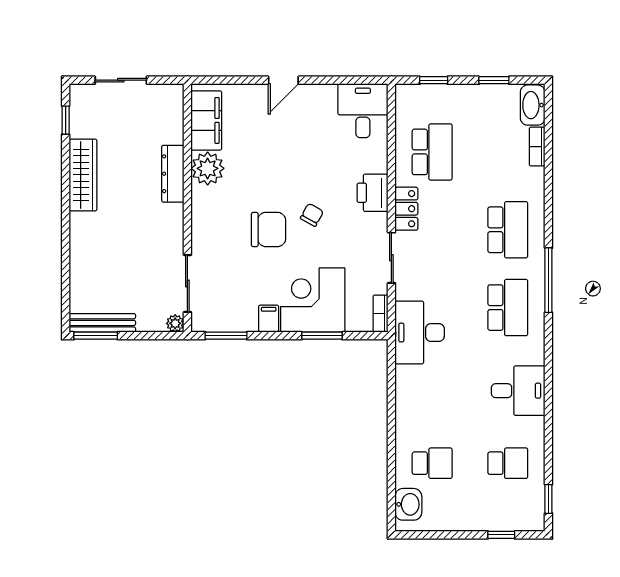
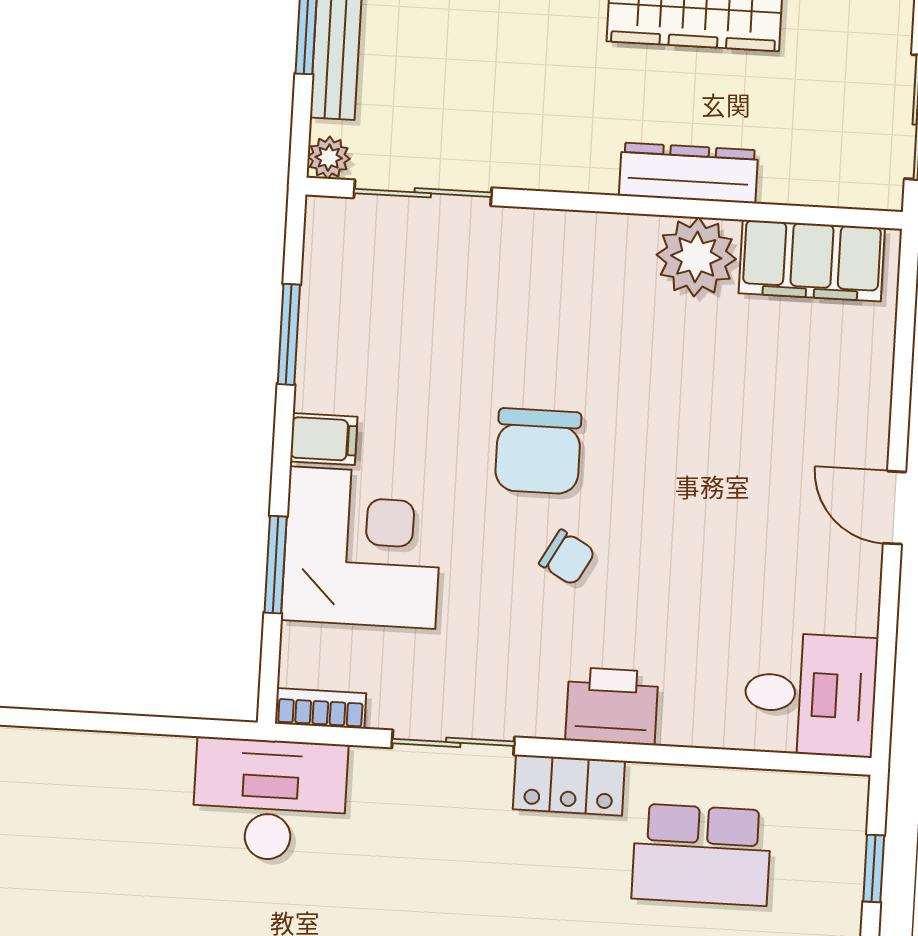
filing cabinet: (206, 120) -> (812, 261), moved
plant: (208, 168) -> (696, 257), moved
dresser: (173, 174) -> (688, 173), moved
wall: (187, 208) -> (604, 203), moved
sliding door: (187, 284) -> (423, 193), moved
plant: (175, 323) -> (329, 158), moved

